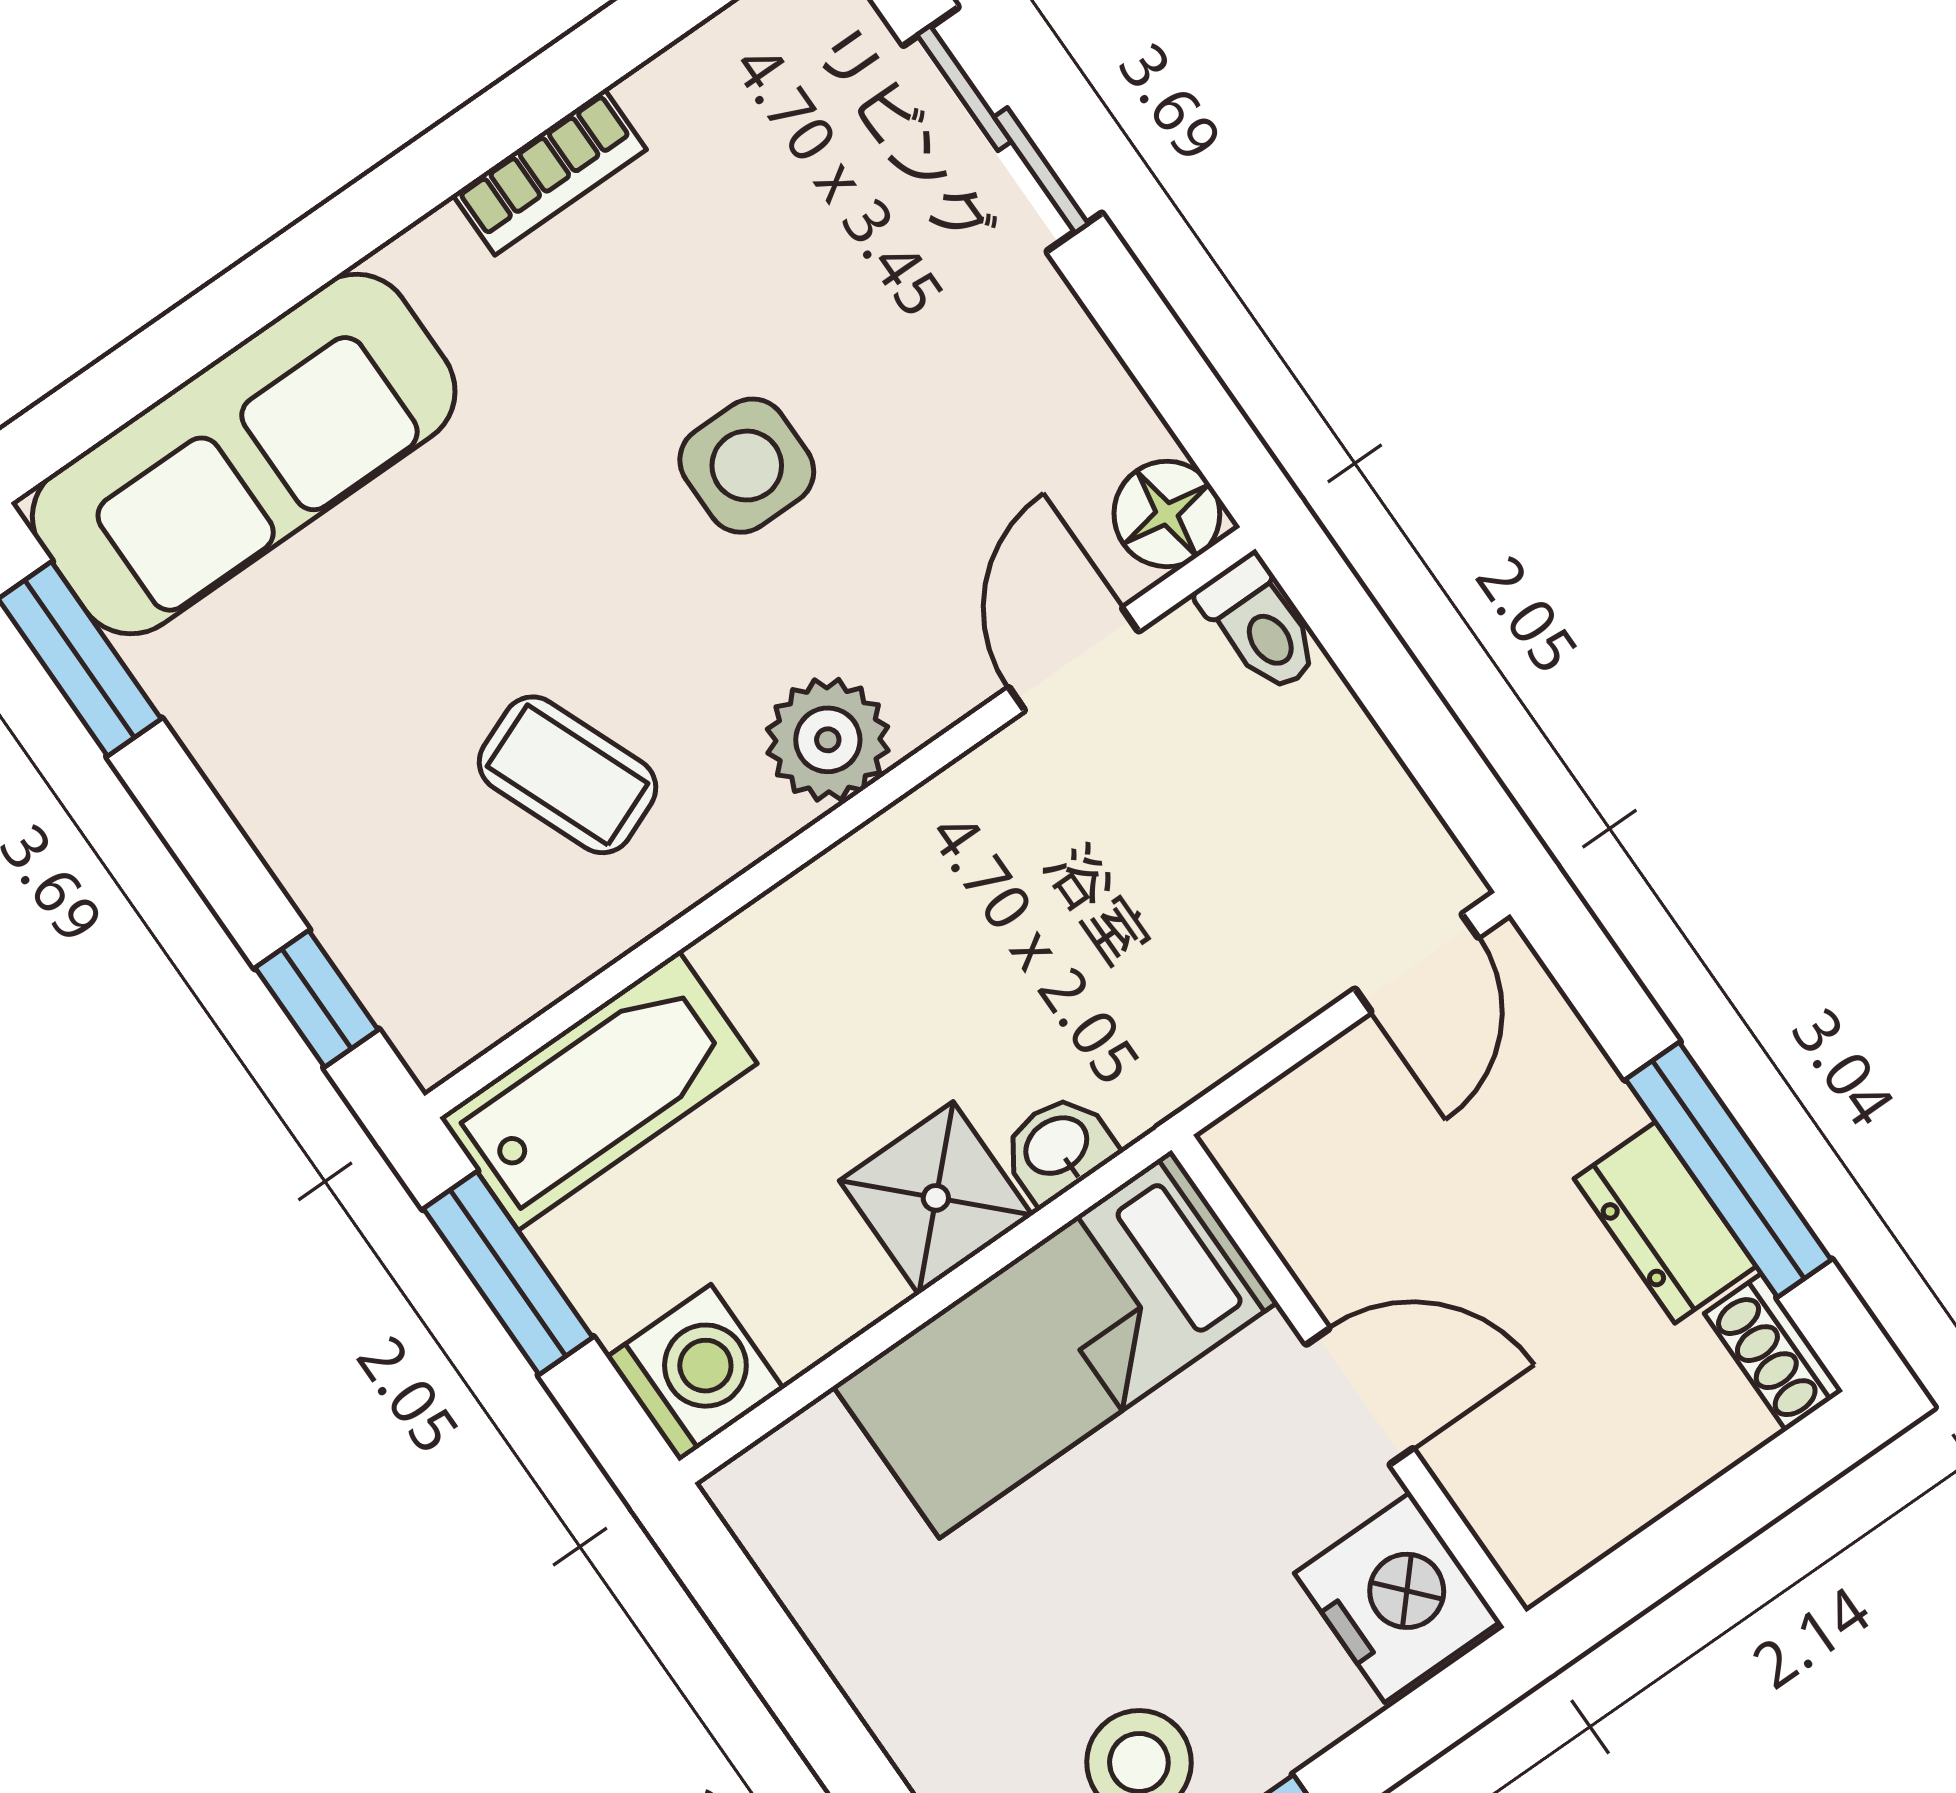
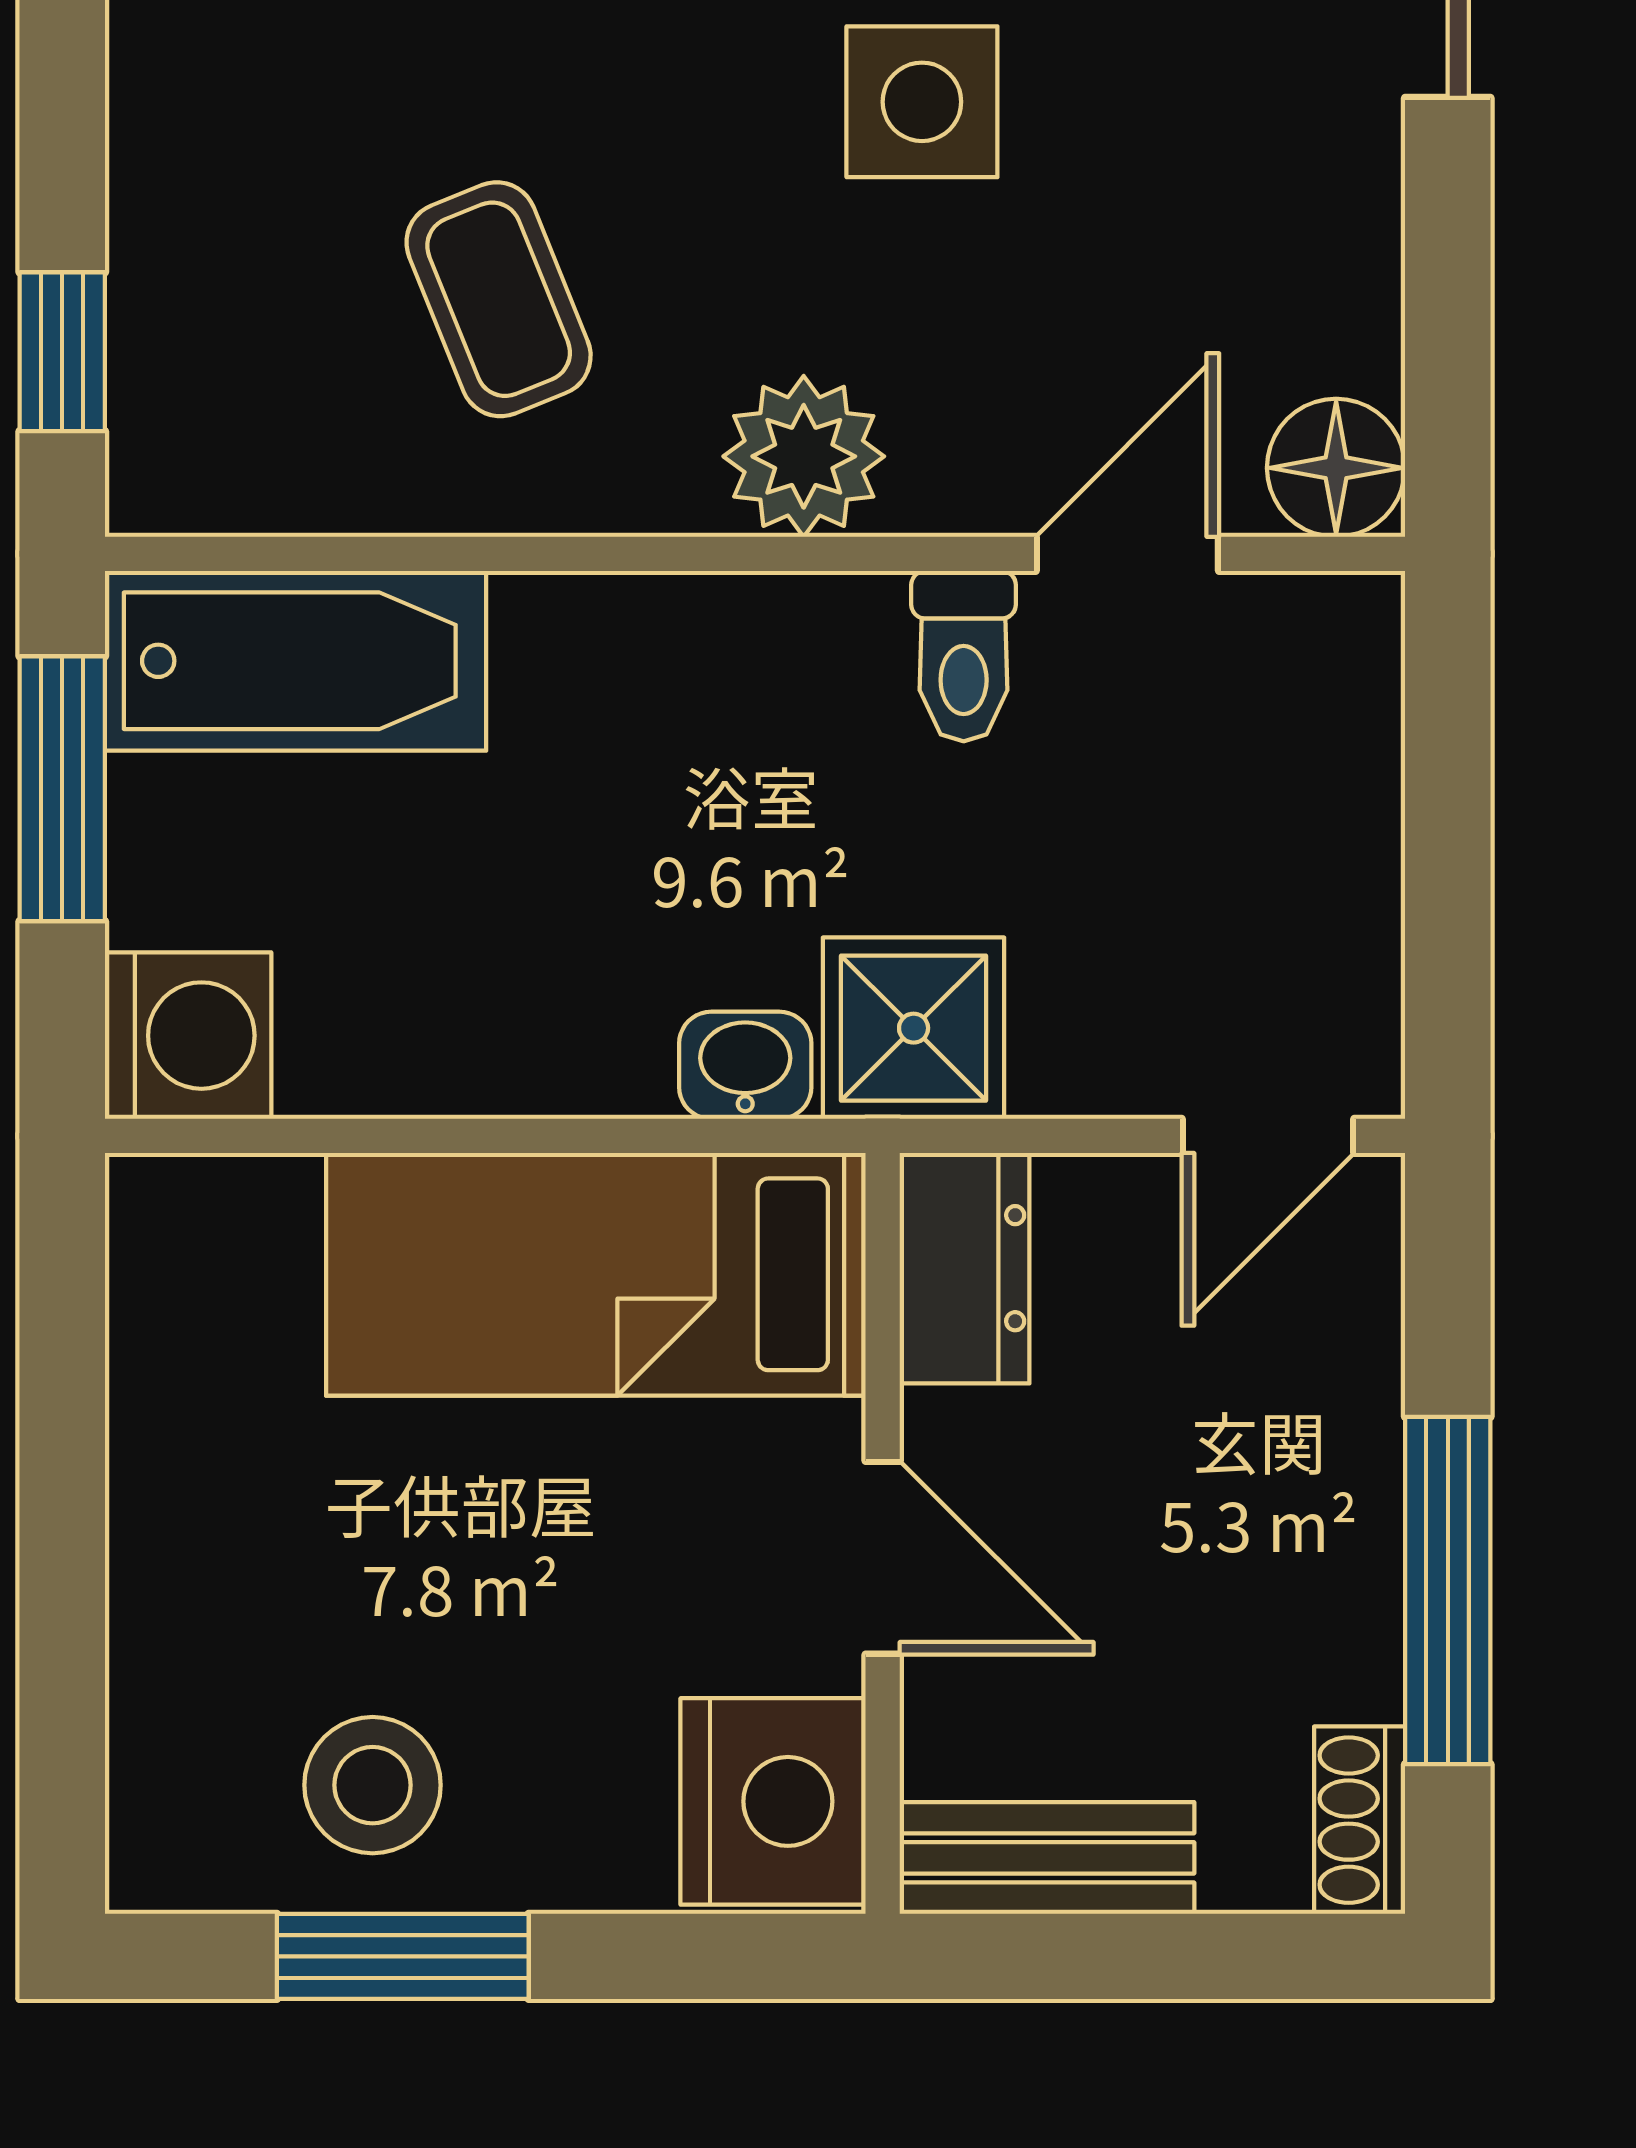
toilet: (1260, 625) -> (964, 656), moved
shower: (936, 1198) -> (914, 1028), moved
dresser: (1665, 1223) -> (965, 1268), moved, turned 180
bench: (1595, 1512) -> (1048, 1858), added

